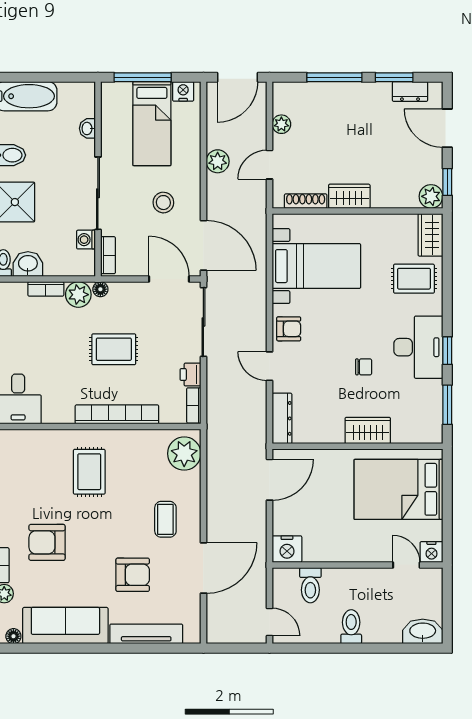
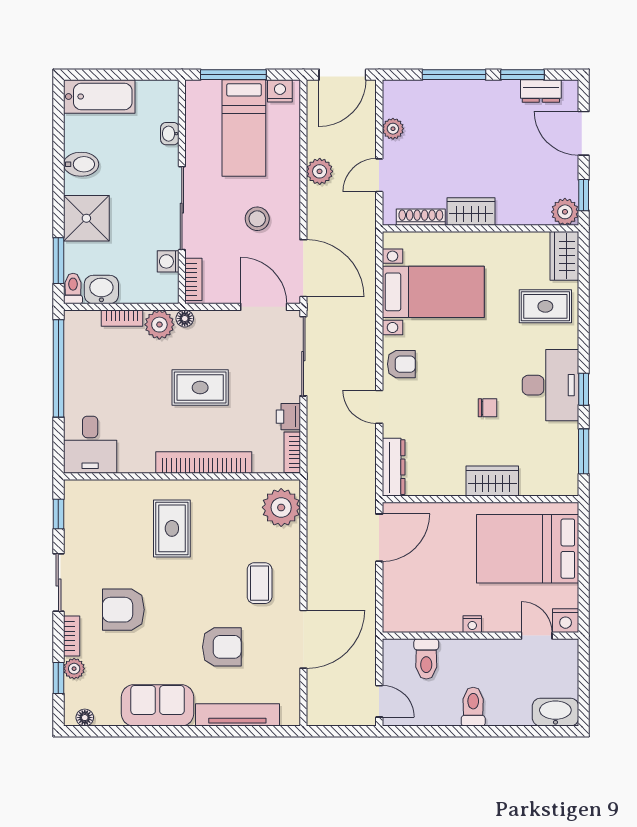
nightstand: (287, 549) -> (472, 624), moved, width x0.53, depth x0.56
sofa: (65, 626) -> (158, 705), width x0.73

